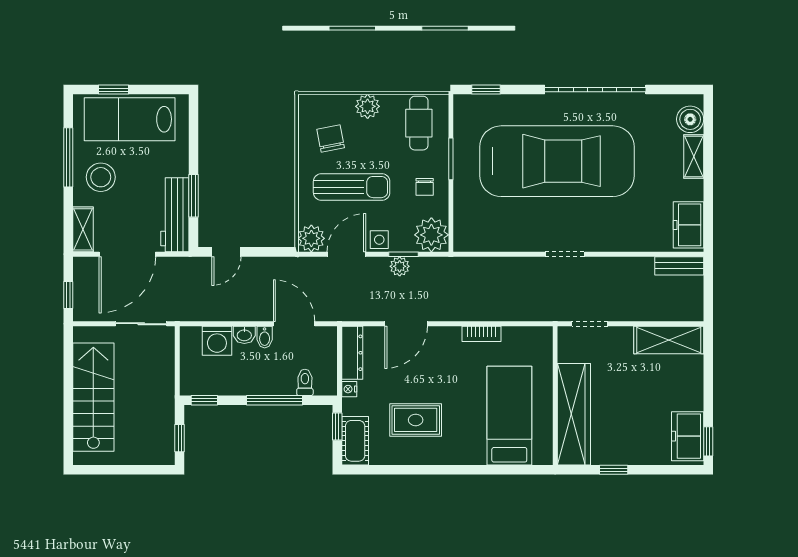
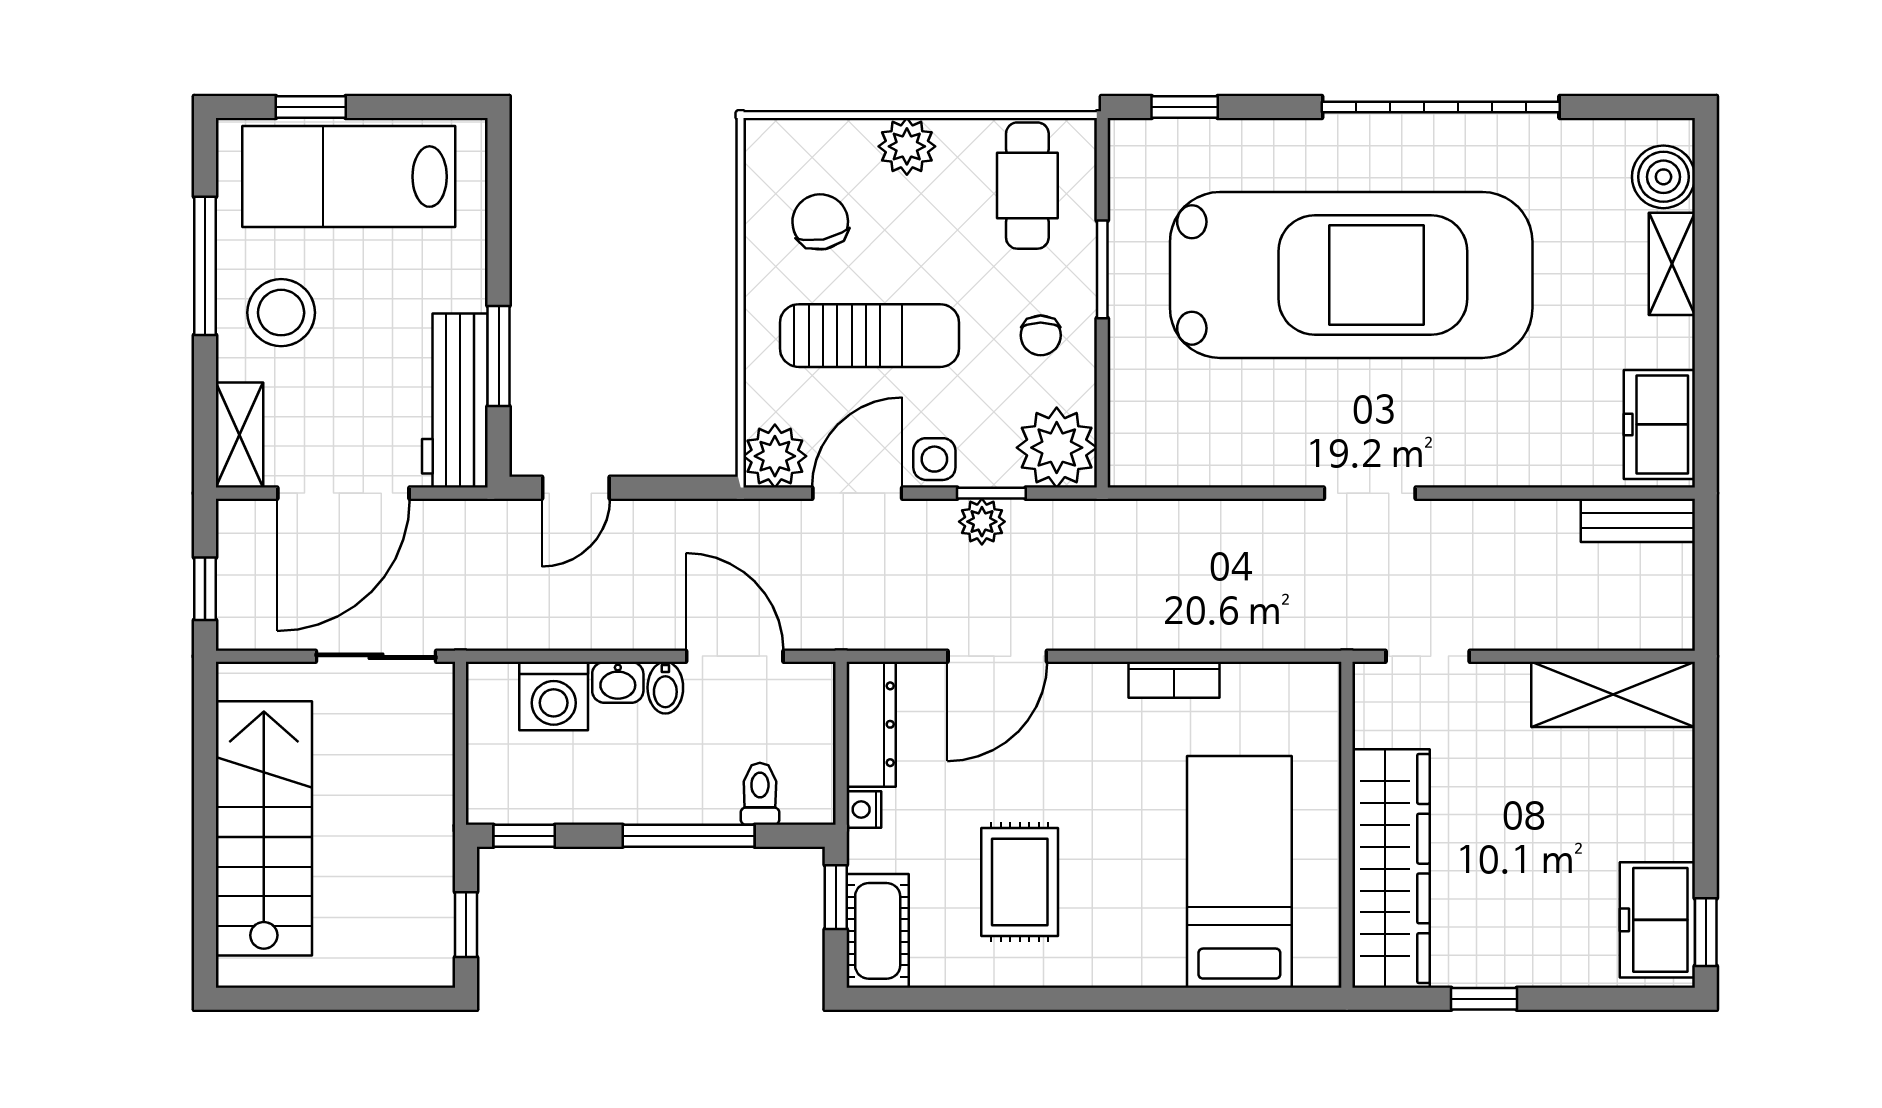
rug: (416, 420) -> (1020, 882), turned 90

